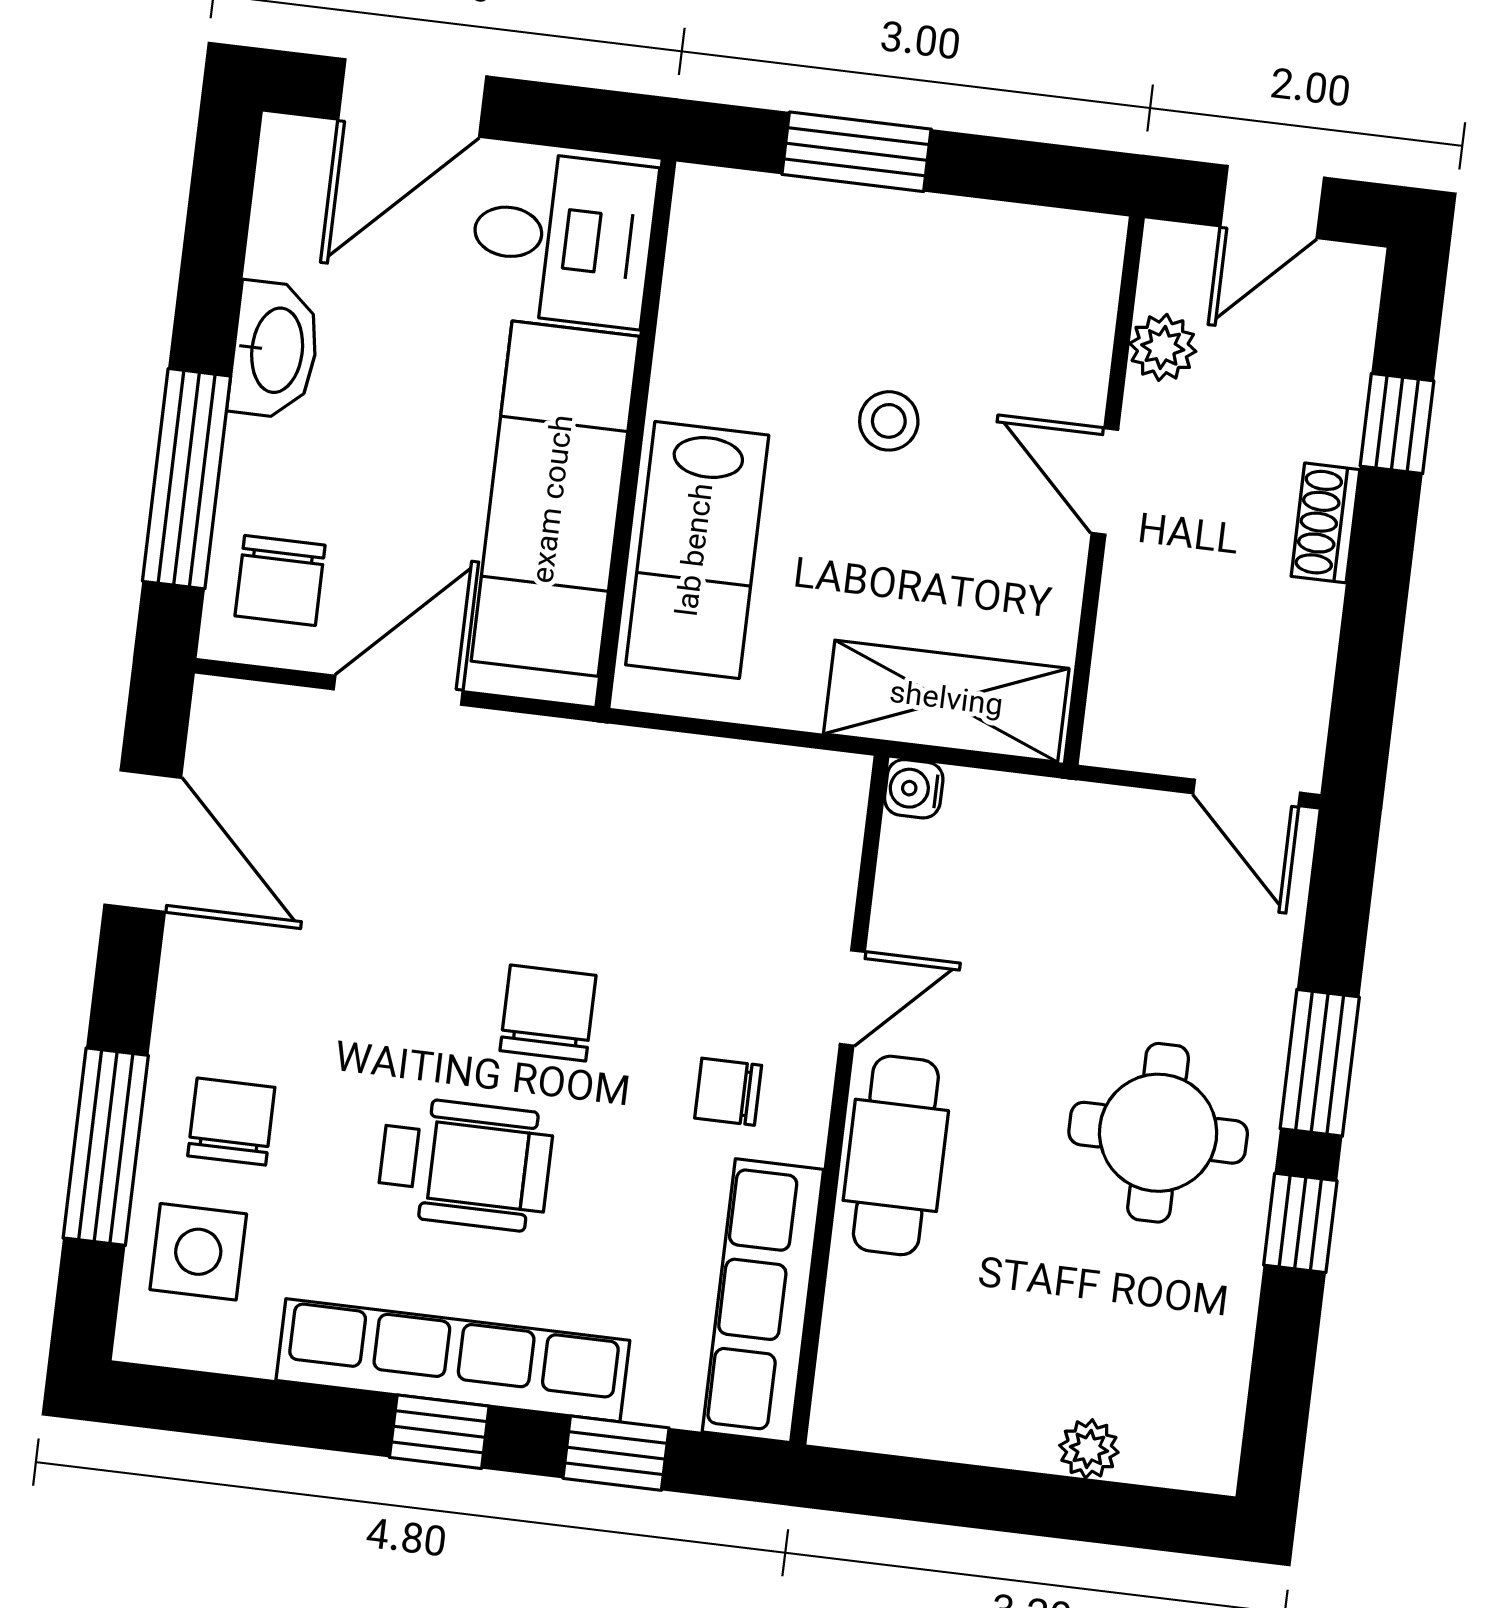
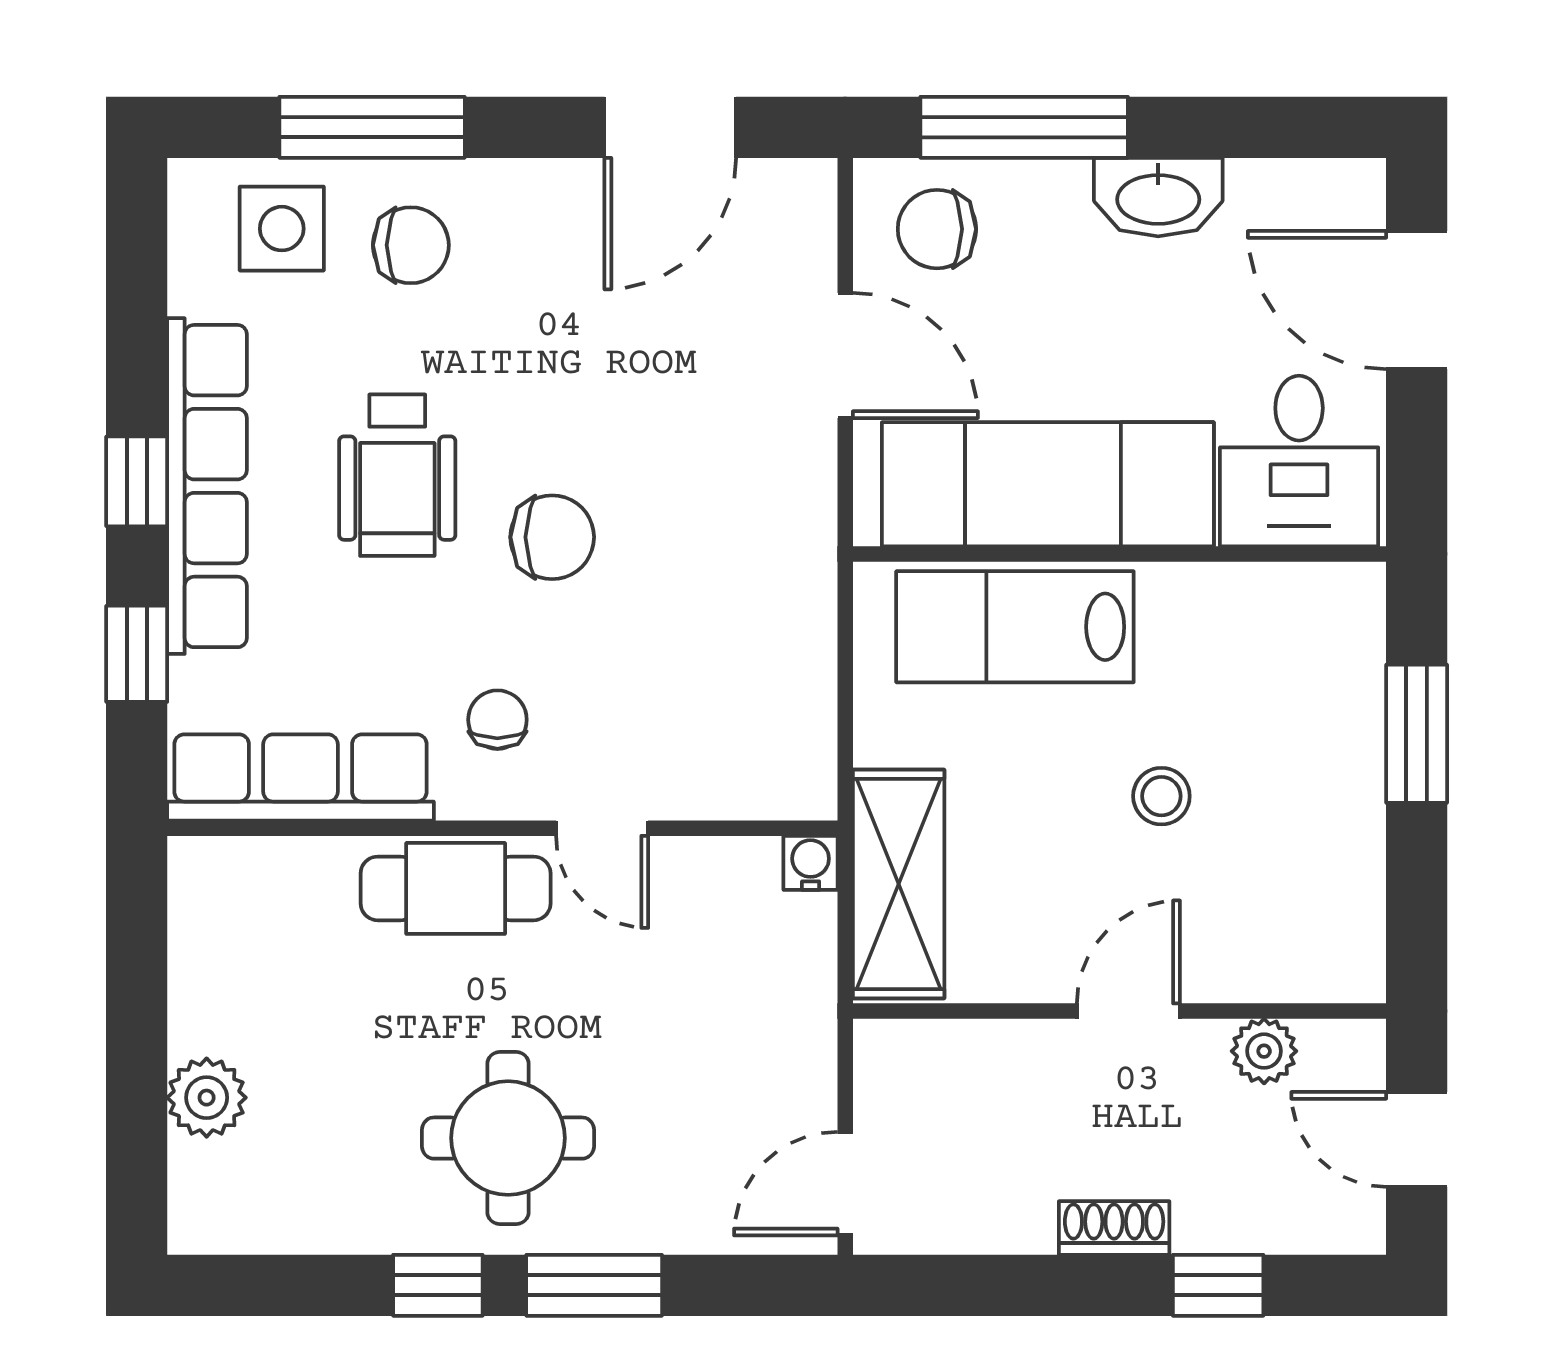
plant: (1089, 1449) -> (207, 1098), width x1.38, depth x1.38

